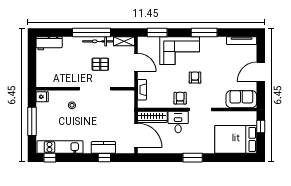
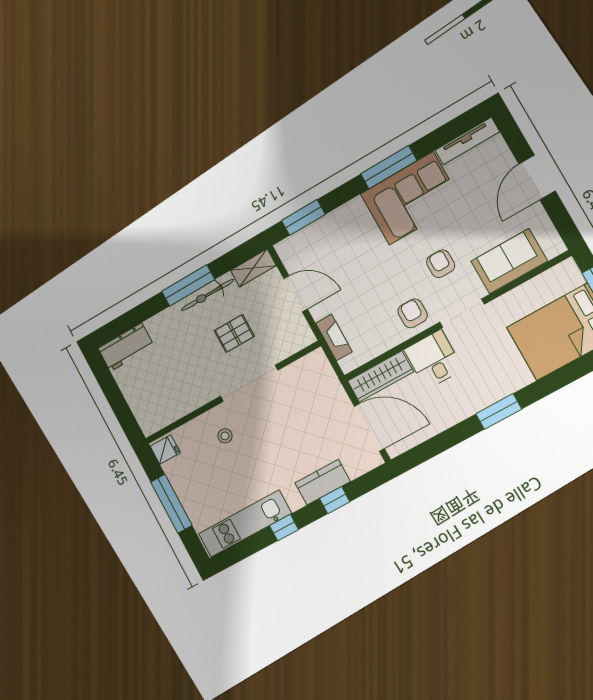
window: (92, 32) -> (188, 285), width x0.68
corner sofa: (180, 51) -> (411, 198), moved
armchair: (195, 78) -> (441, 264), moved
sofa: (241, 99) -> (509, 261), moved
window: (50, 158) -> (284, 528), moved

